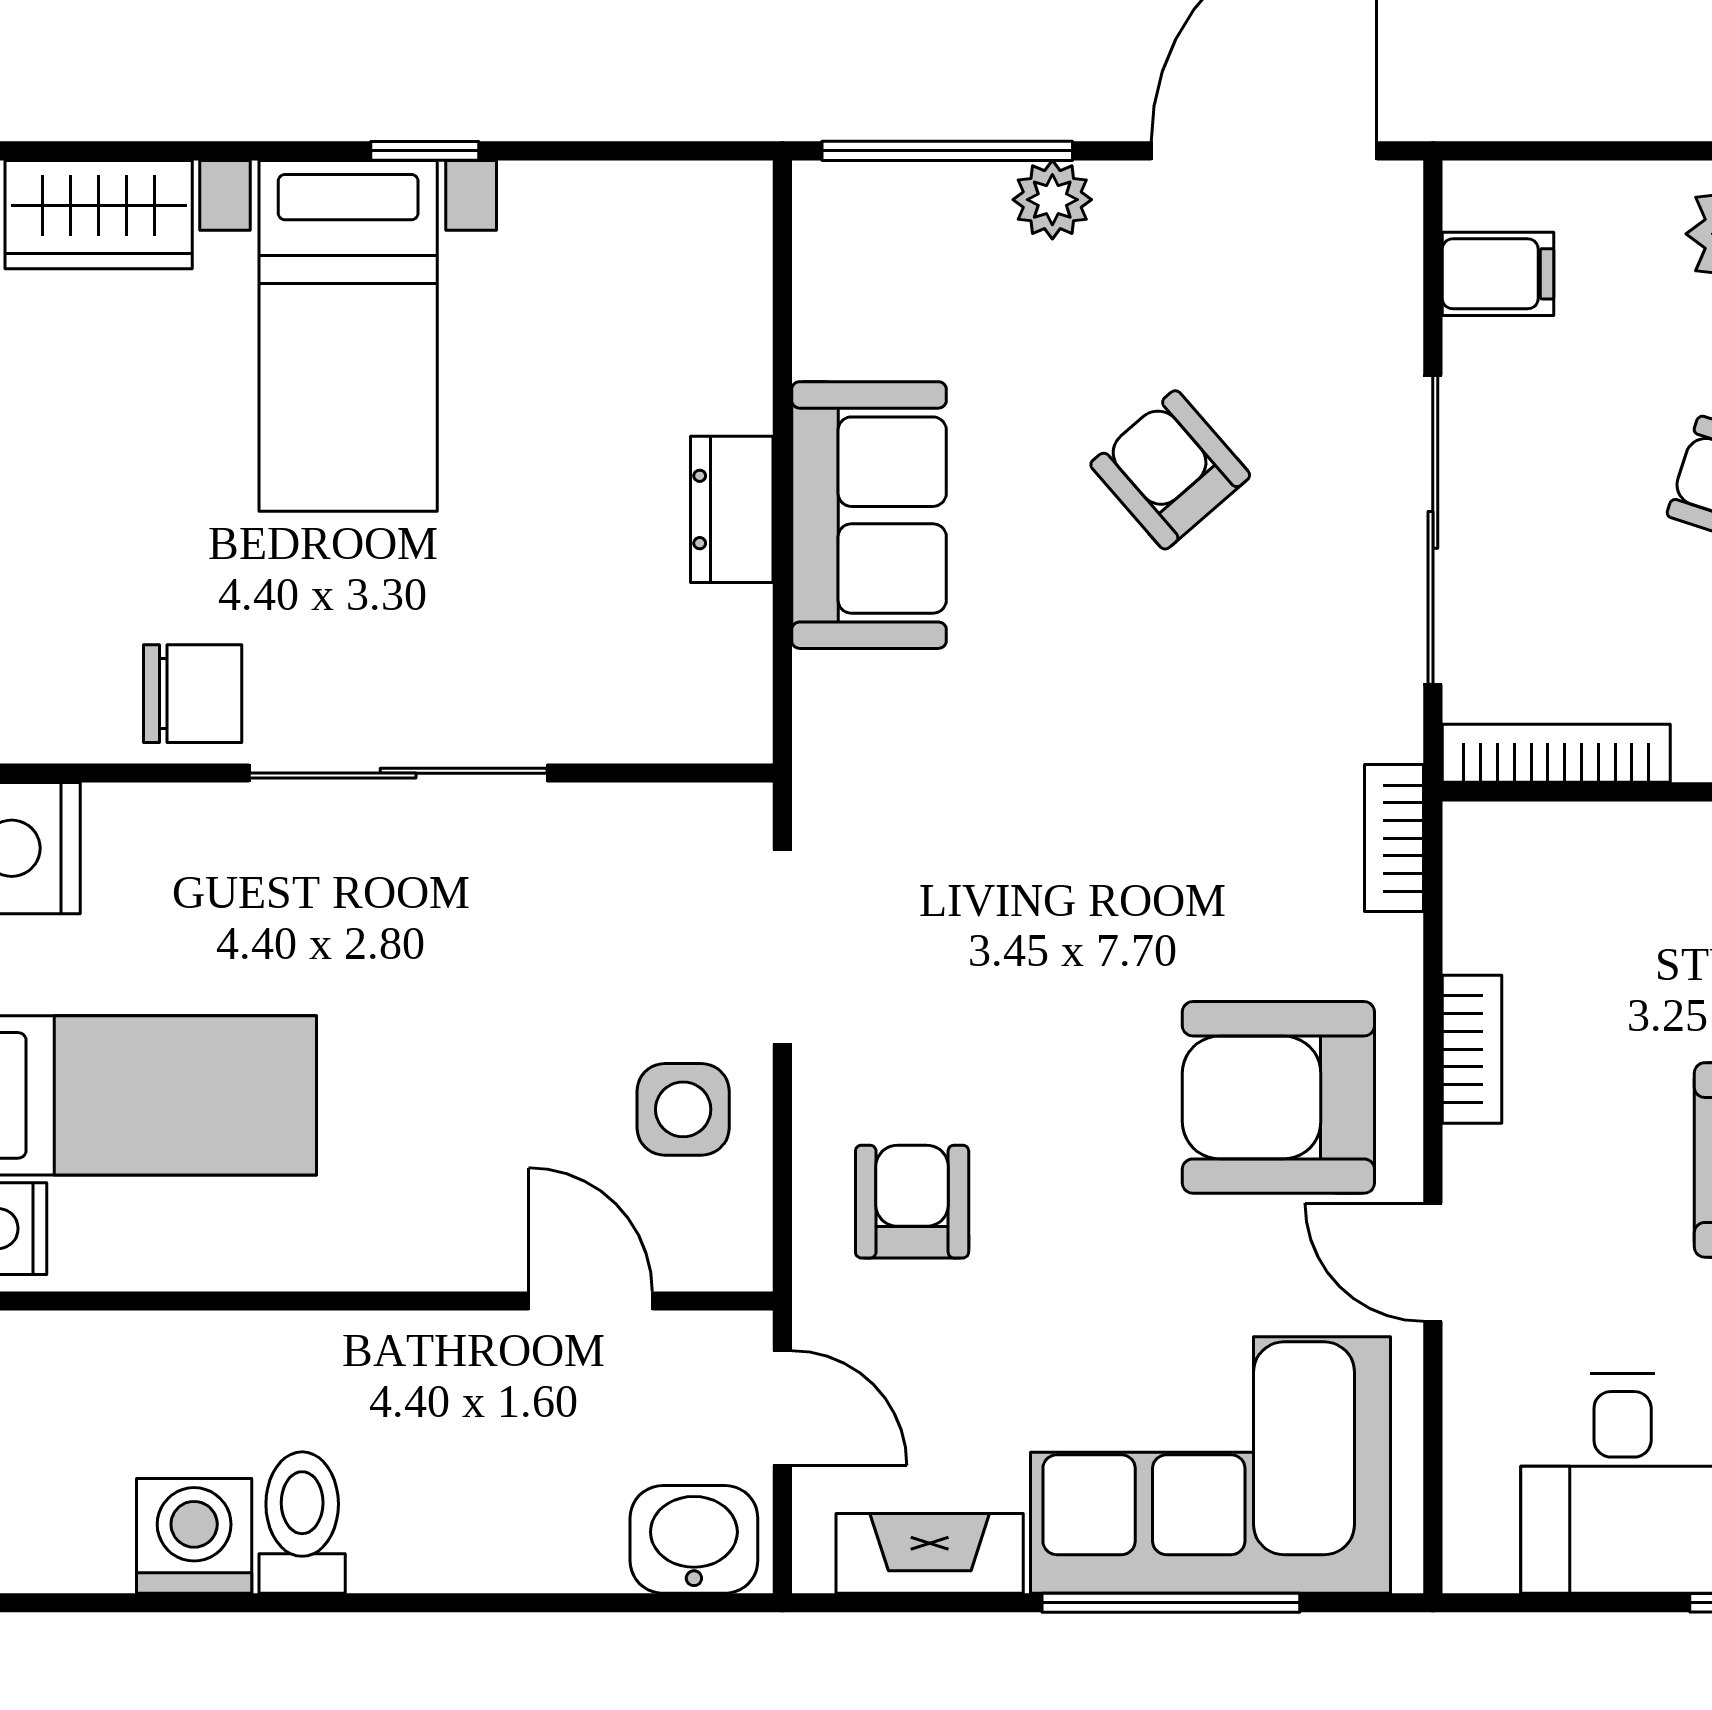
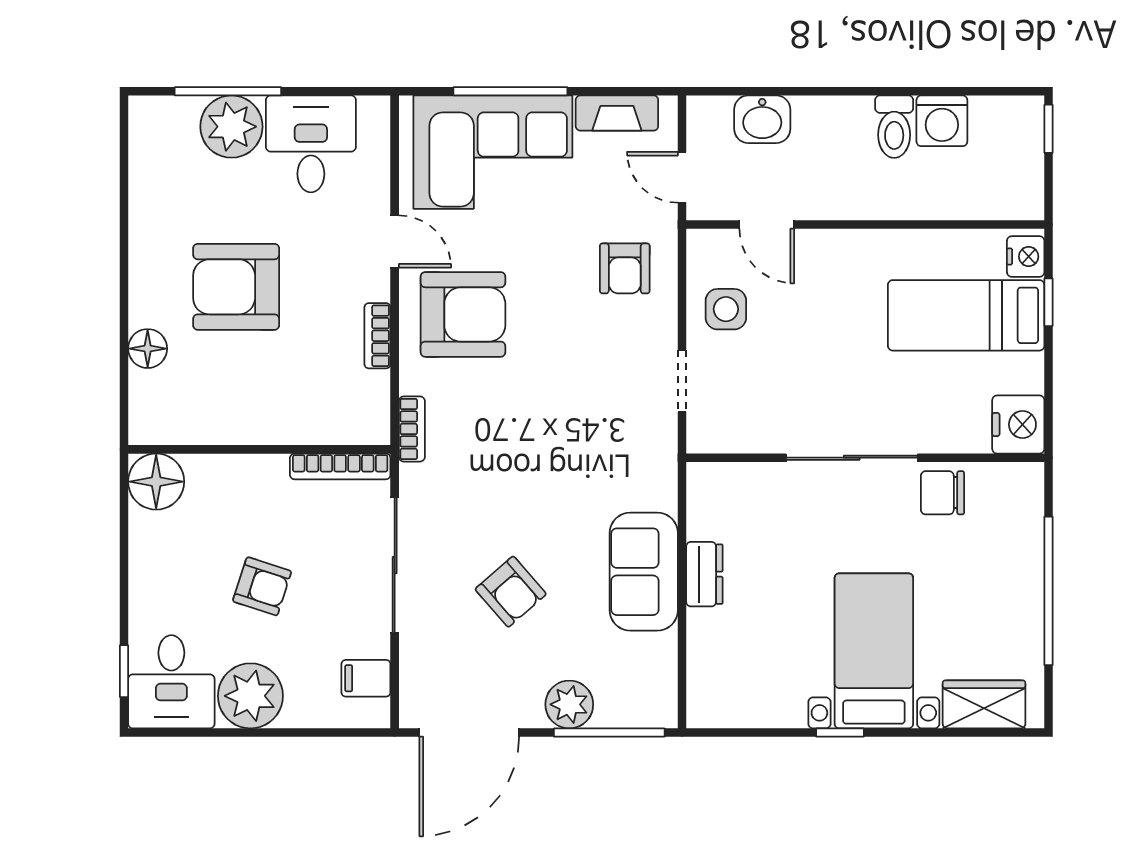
plant: (1052, 200) -> (569, 704), width x1.38, depth x1.38
doorway: (782, 947) -> (682, 381), width x0.73
washbasin: (694, 1539) -> (762, 119), moved

